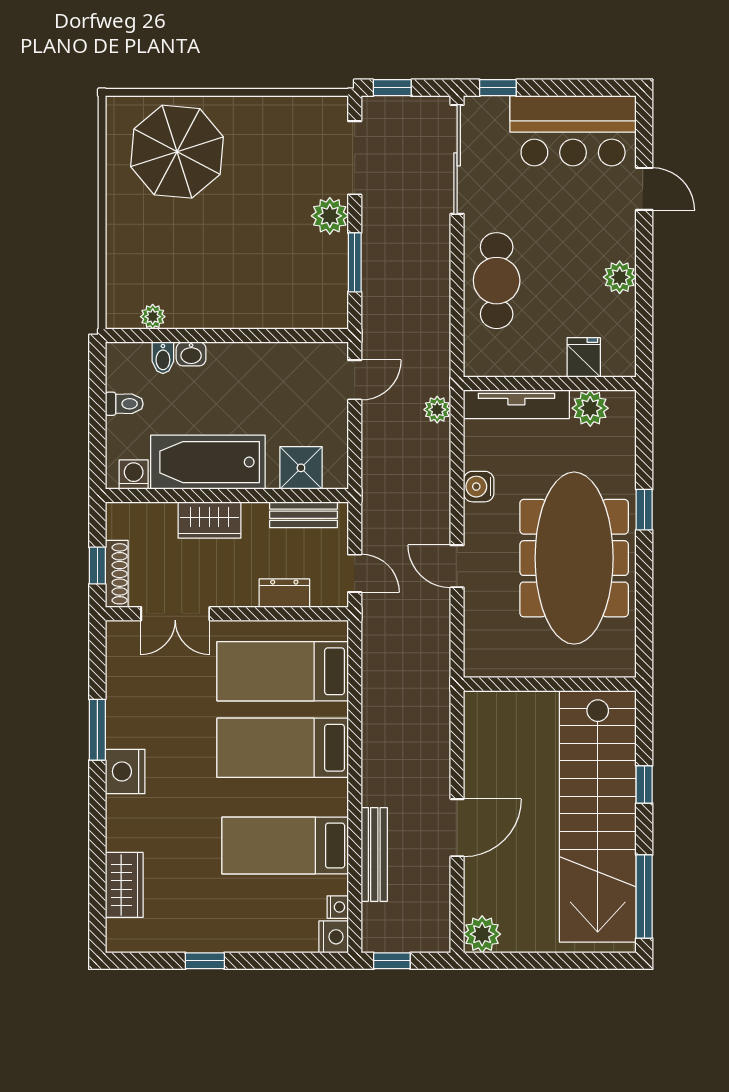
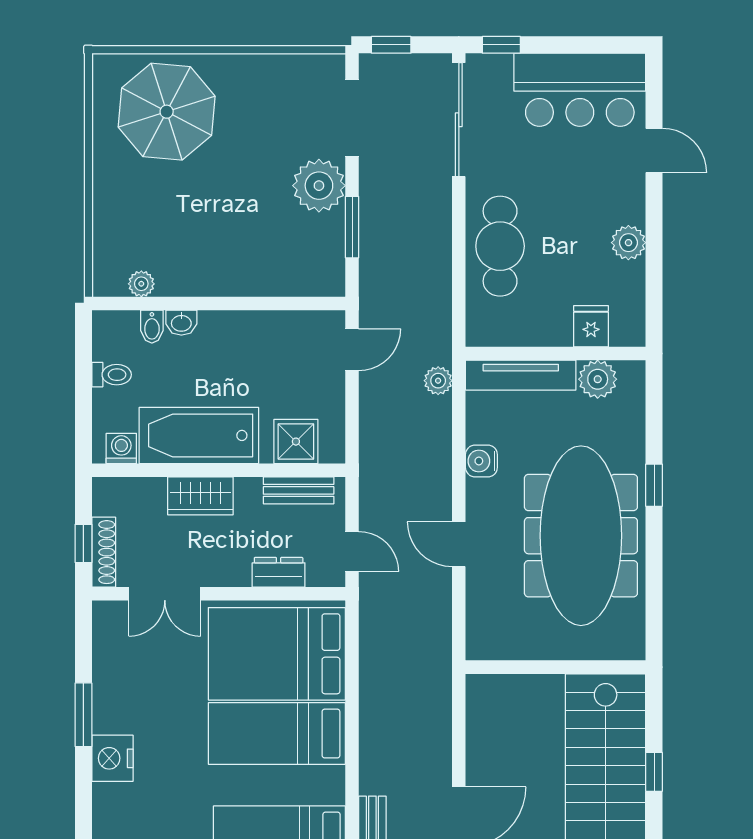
plant: (330, 216) -> (319, 186), width x1.36, depth x1.36
bed: (283, 671) -> (277, 654), width x1.50

